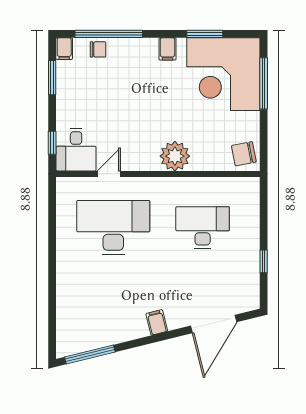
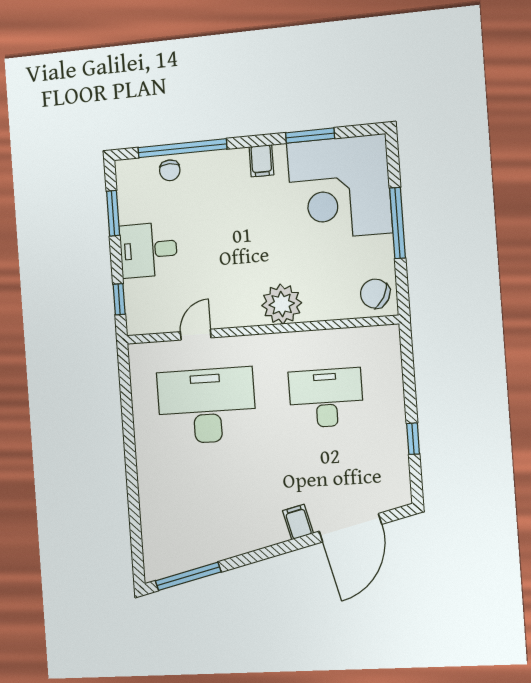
filing cabinet: (64, 49) -> (126, 174), removed
chair: (98, 49) -> (170, 170), turned 90
window: (264, 83) -> (398, 223), moved
desk: (76, 150) -> (148, 250), moved, turned 90
chair: (244, 154) -> (375, 294), turned 40
filing cabinet: (157, 322) -> (298, 522), moved

